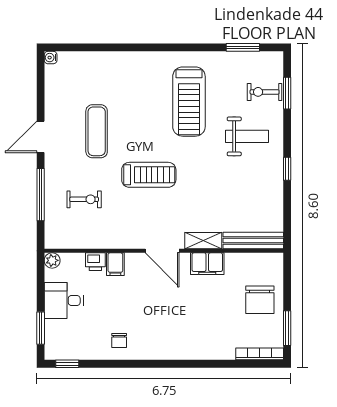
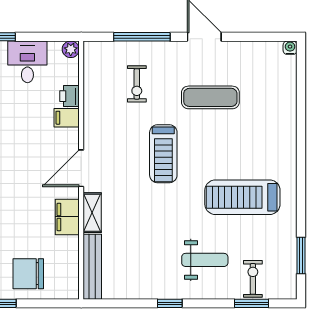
weight bench: (247, 136) -> (205, 260), turned -90

